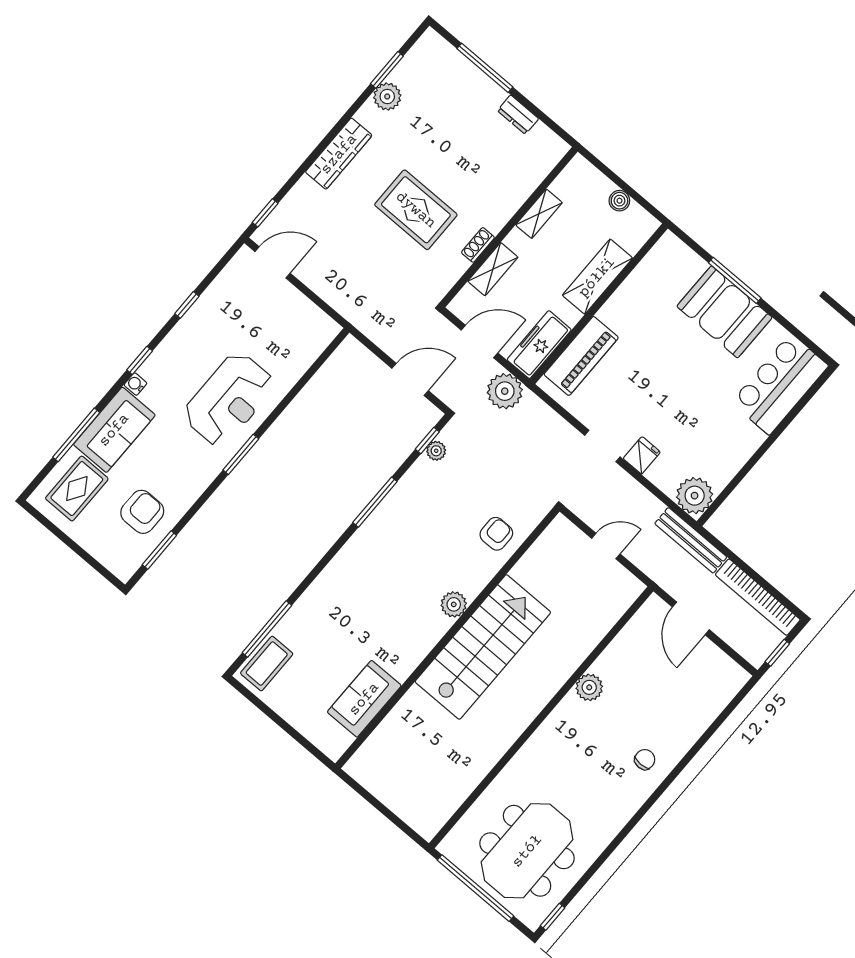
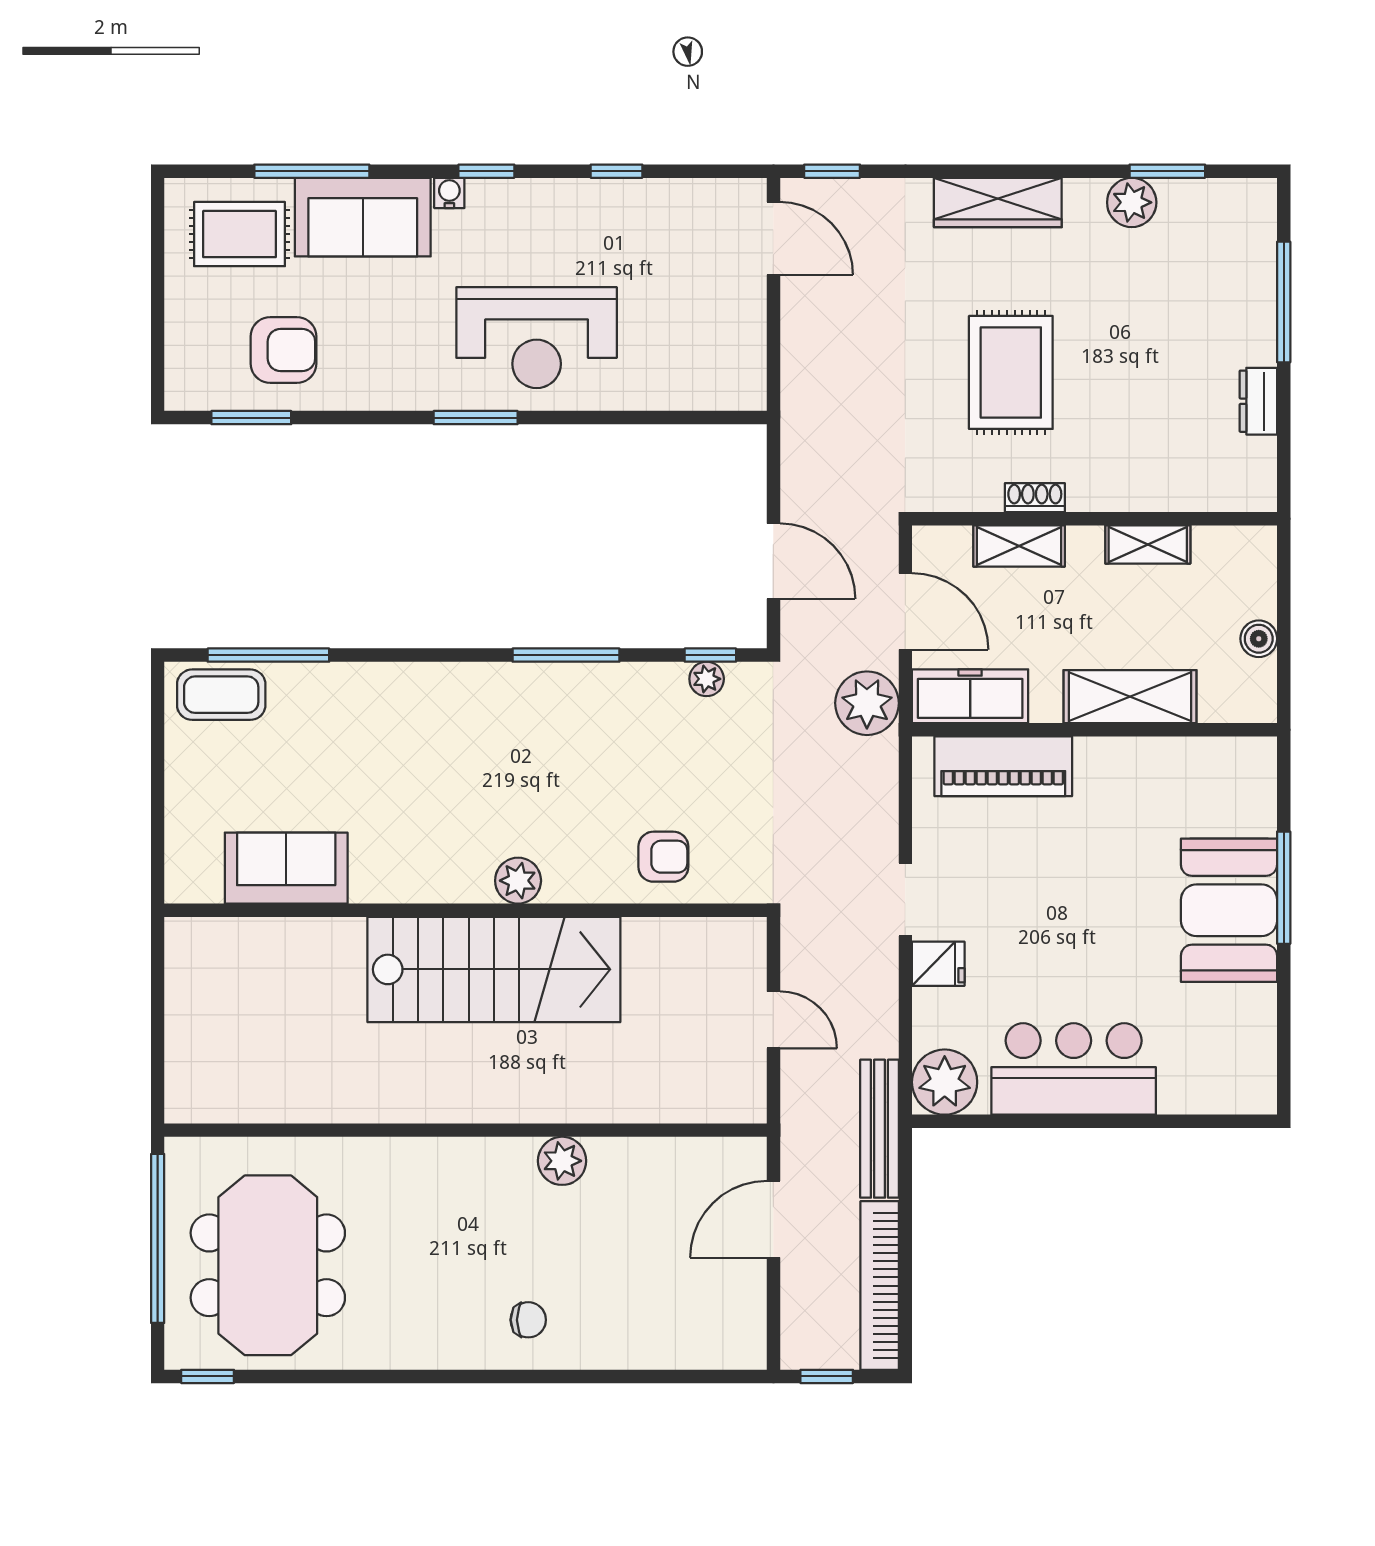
bar counter: (780, 384) -> (1074, 1069), moved
meeting table: (527, 851) -> (268, 1265), turned 90

